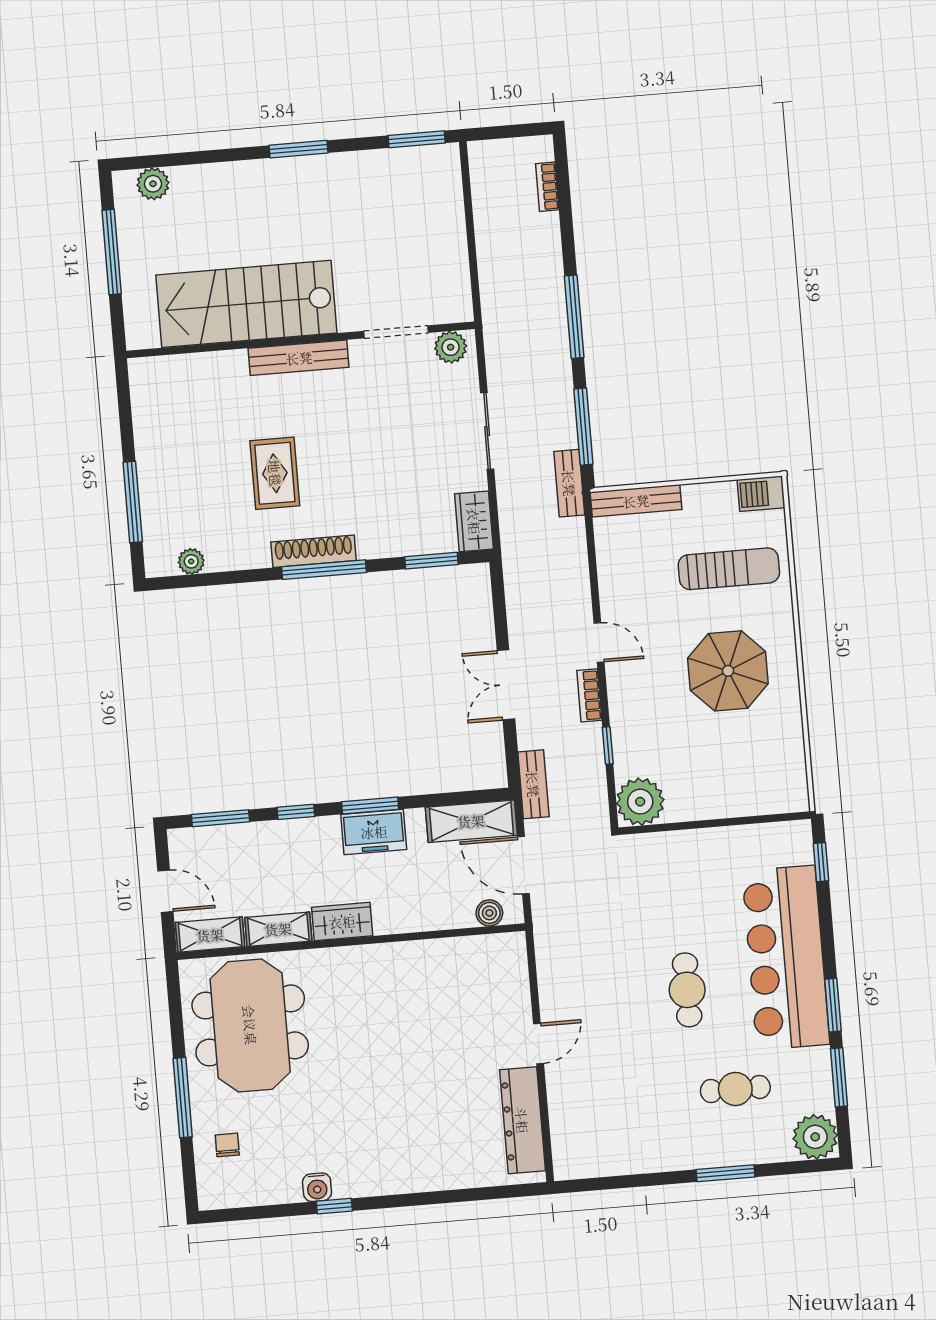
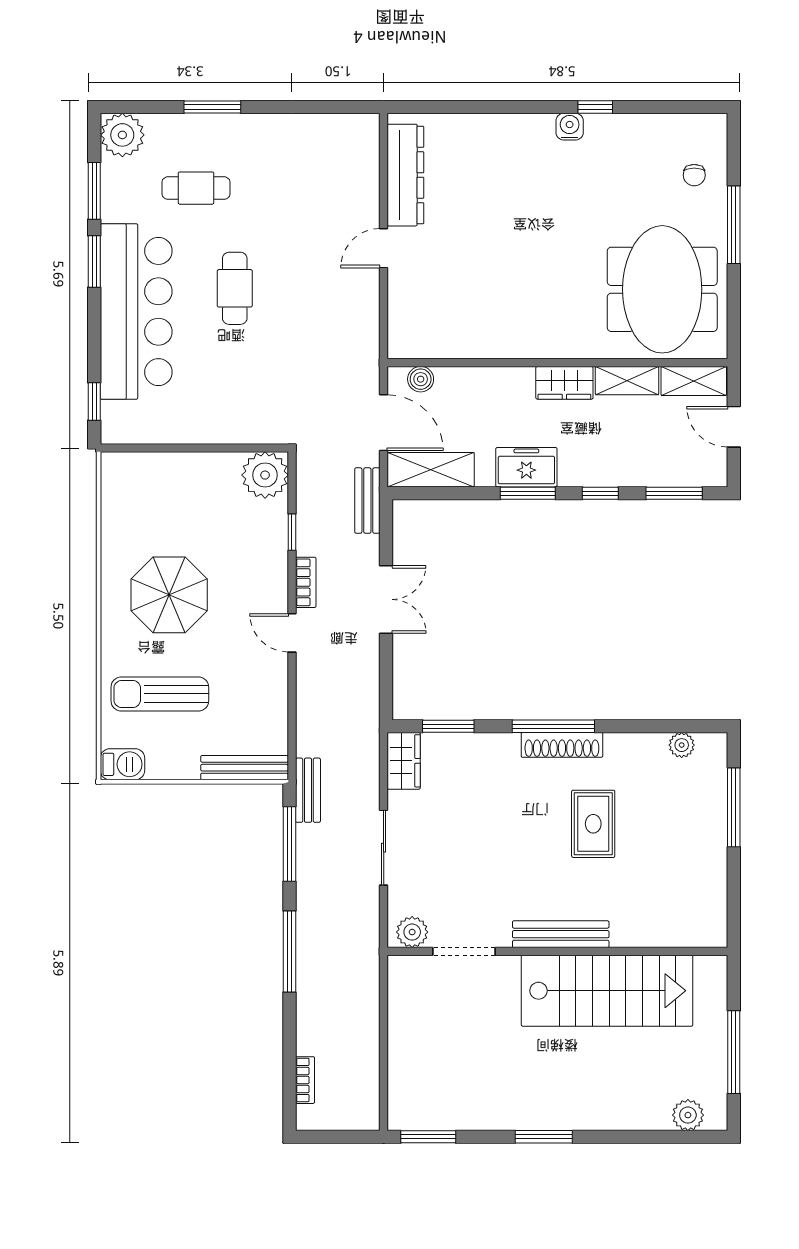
water cooler: (317, 1187) -> (570, 127), moved

